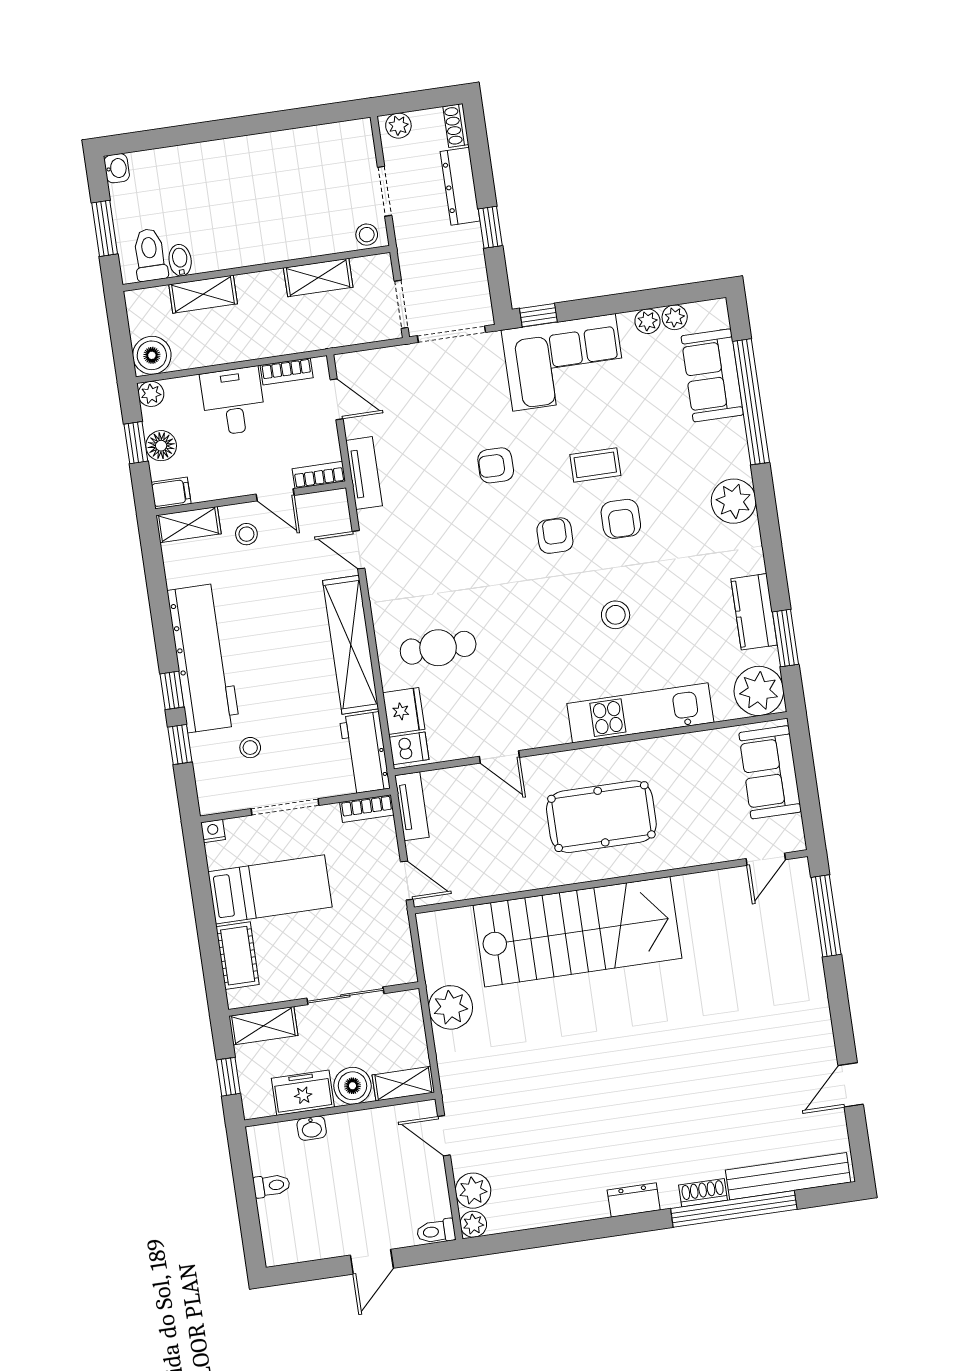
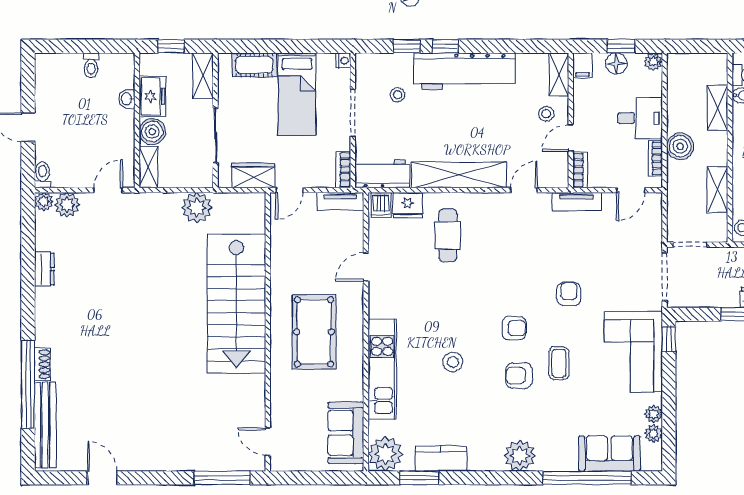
boiler: (152, 355) -> (680, 146), moved
sofa: (770, 772) -> (346, 433), moved, turned -90
wardrobe: (394, 934) -> (253, 175), added
dresser: (634, 1200) -> (44, 269), moved

